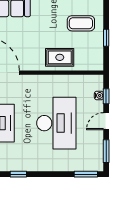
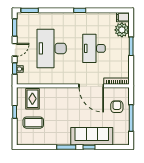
rug: (60, 57) -> (32, 99), moved, turned 90

